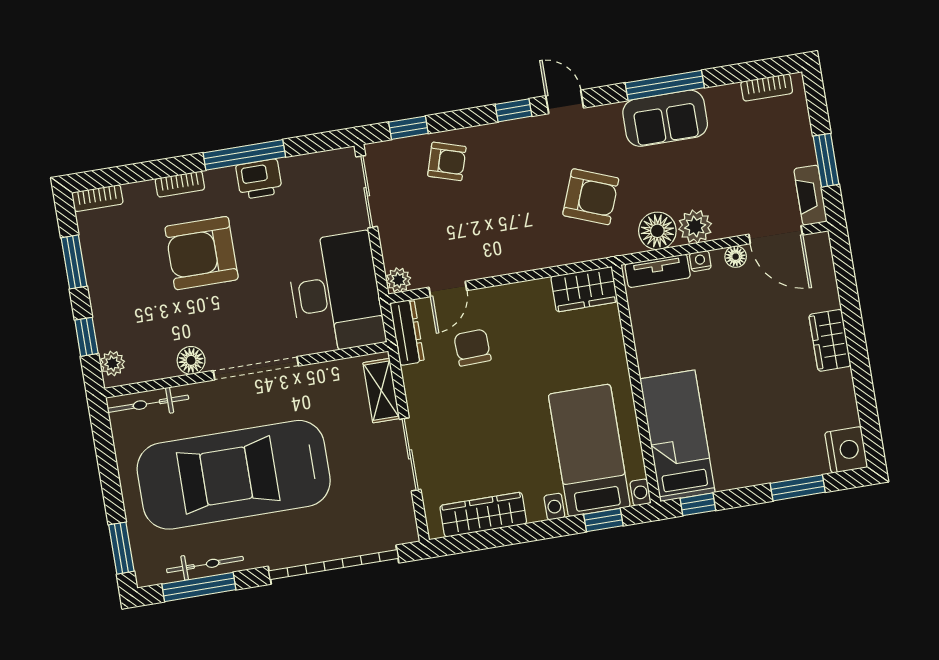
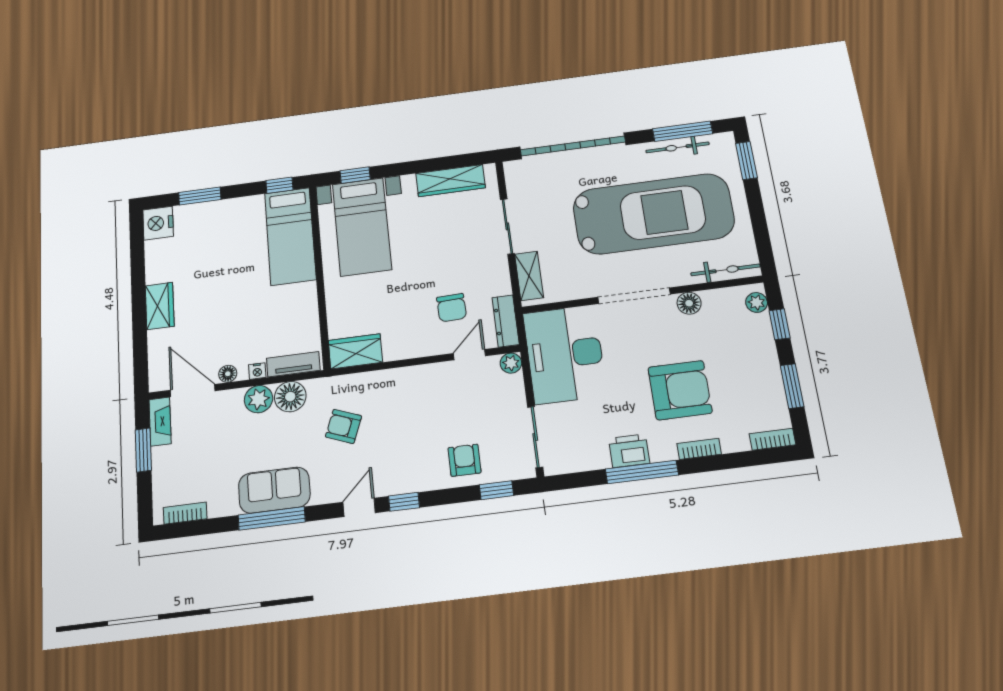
door: (565, 102) -> (359, 507), swing flipped
armchair: (447, 161) -> (464, 460), turned 73
armchair: (591, 197) -> (344, 426), width x0.72, depth x0.72

